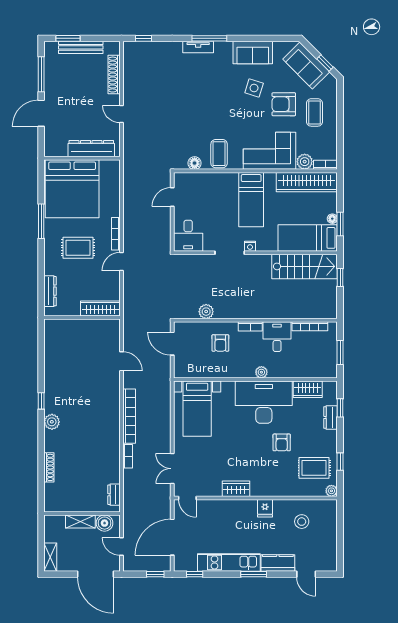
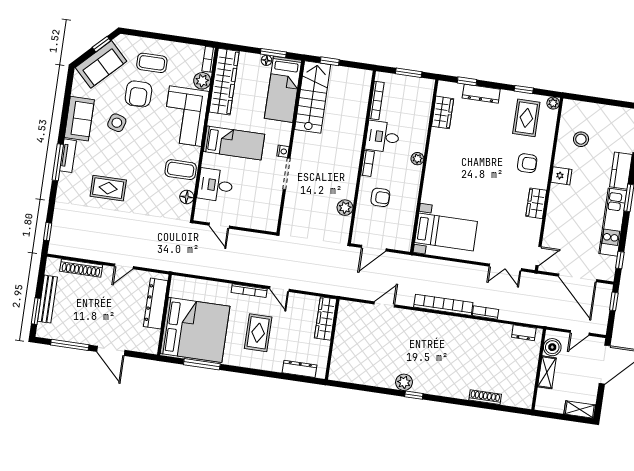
tv unit: (198, 47) -> (68, 156), moved
rug: (192, 89) -> (108, 188), added
window: (41, 221) -> (202, 364), moved
desk: (188, 236) -> (215, 185), moved, turned 180
desk: (264, 402) -> (449, 161), removed
dresser: (331, 417) -> (481, 94), width x1.44
plant: (52, 422) -> (404, 382), moved
armchair: (282, 442) -> (527, 163), moved

